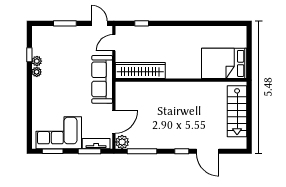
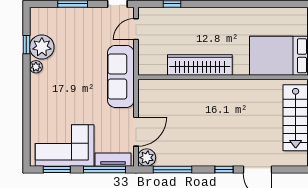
plant: (37, 61) -> (42, 47), width x1.87, depth x1.87
wardrobe: (140, 71) -> (200, 65), moved
window: (90, 151) -> (104, 170), width x1.44

